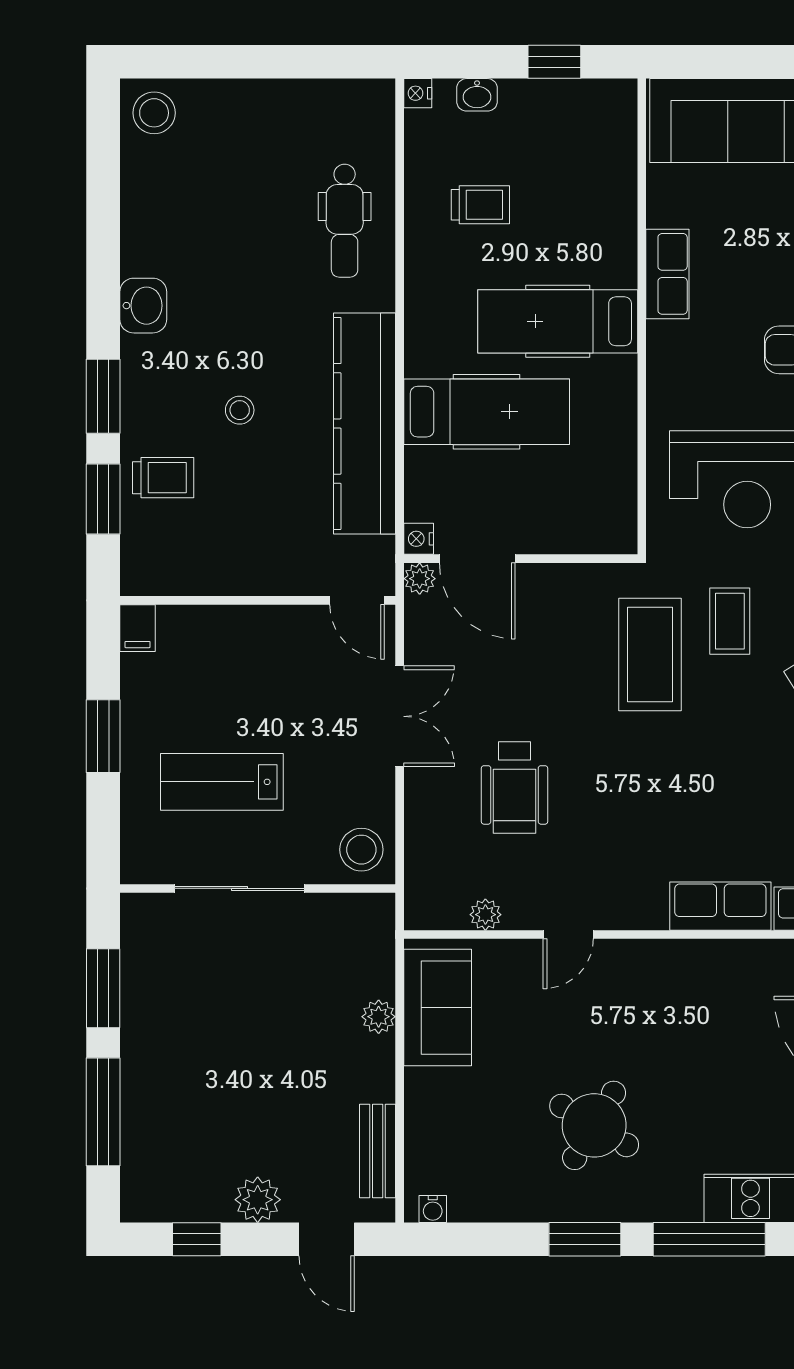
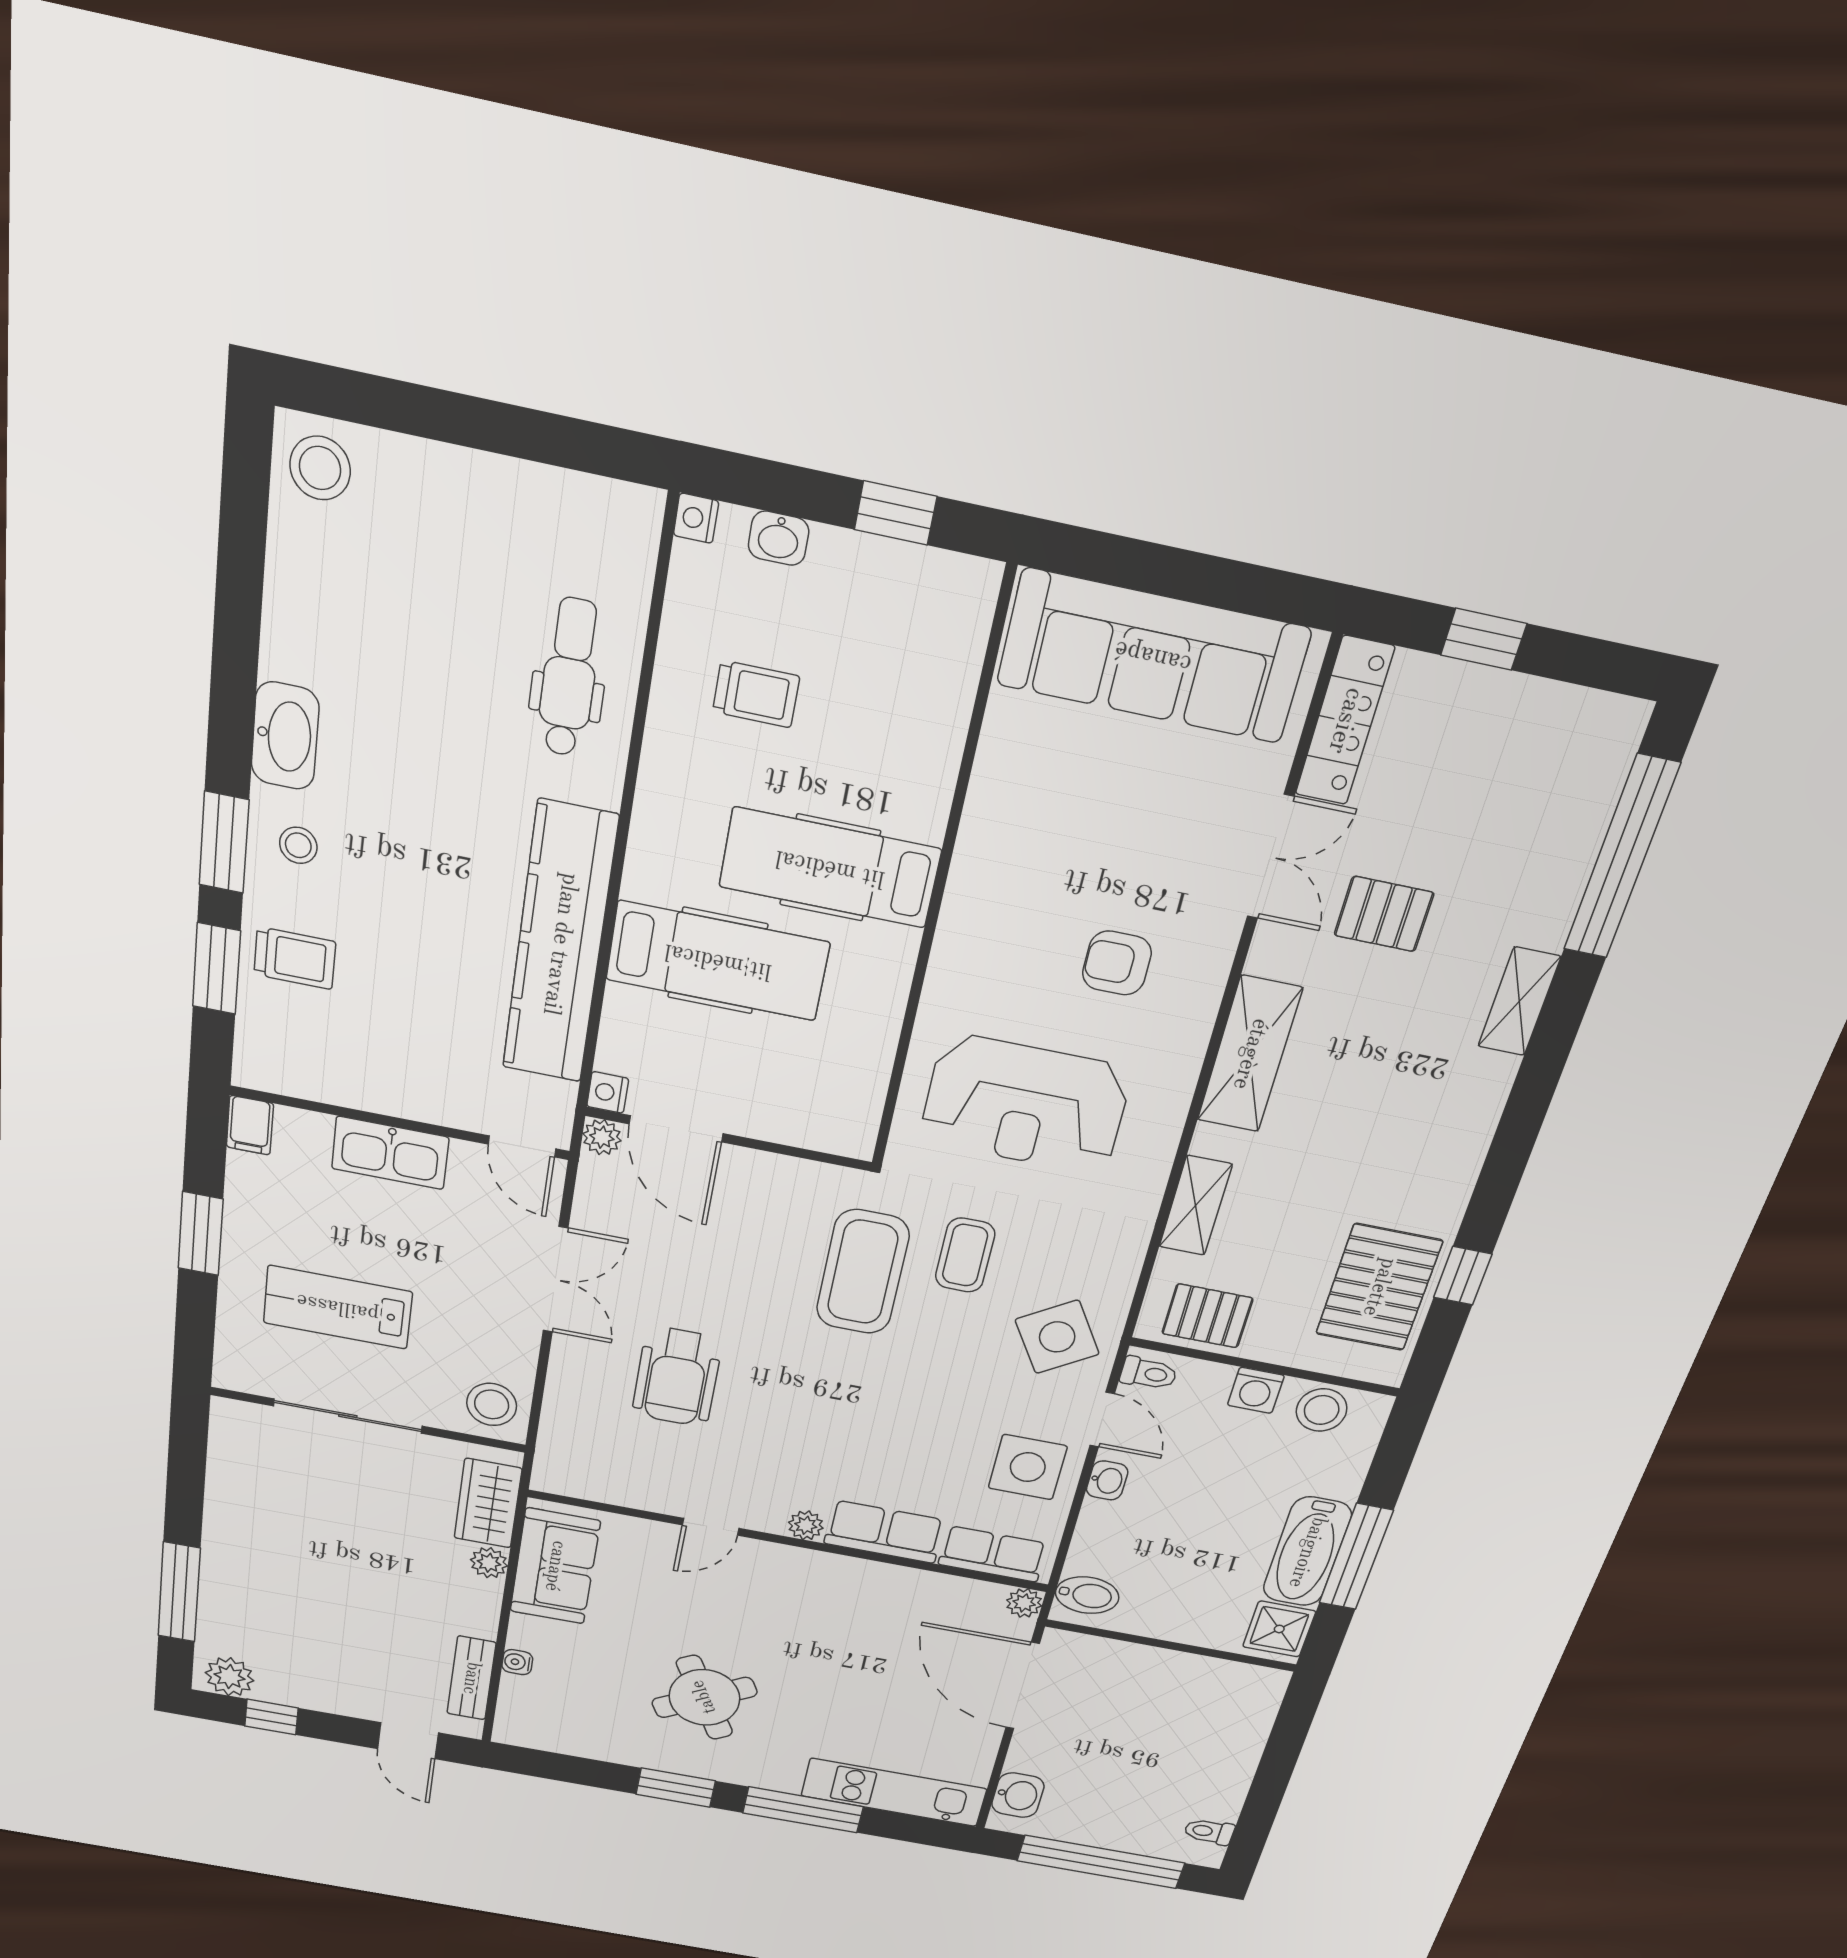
dental chair: (345, 221) -> (569, 678), turned 180
row of seats: (667, 274) -> (985, 837), removed
washbasin: (143, 306) -> (285, 736), width x1.38
stool: (240, 410) -> (298, 845), moved
kitchen sink: (252, 629) -> (390, 1153), added
plant: (485, 915) -> (806, 1525), moved
wardrobe: (370, 953) -> (488, 1503), added
window: (103, 988) -> (186, 1482), removed
round table: (594, 1125) -> (704, 1697), turned 30
plant: (258, 1200) -> (230, 1677), moved
water cooler: (433, 1209) -> (517, 1662), moved, turned 90

